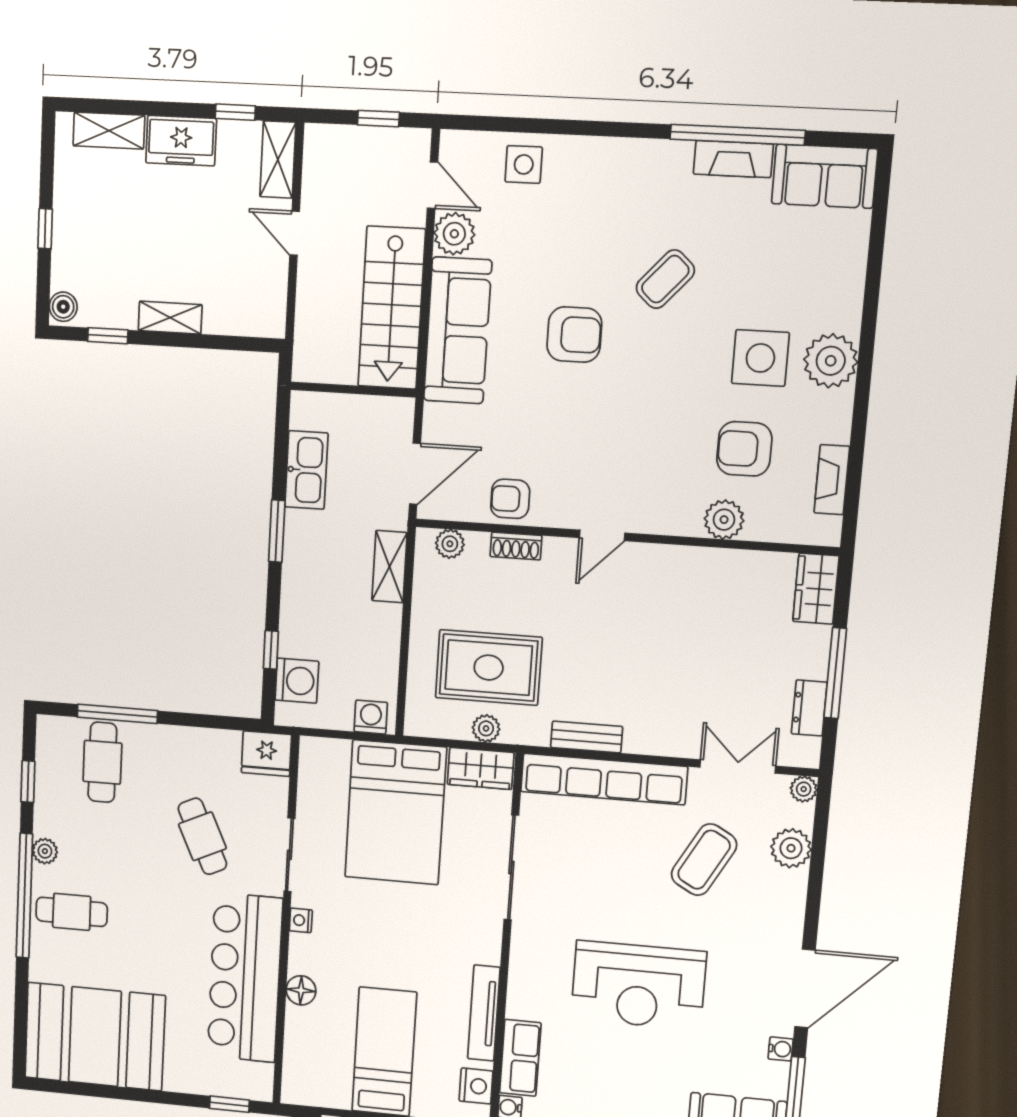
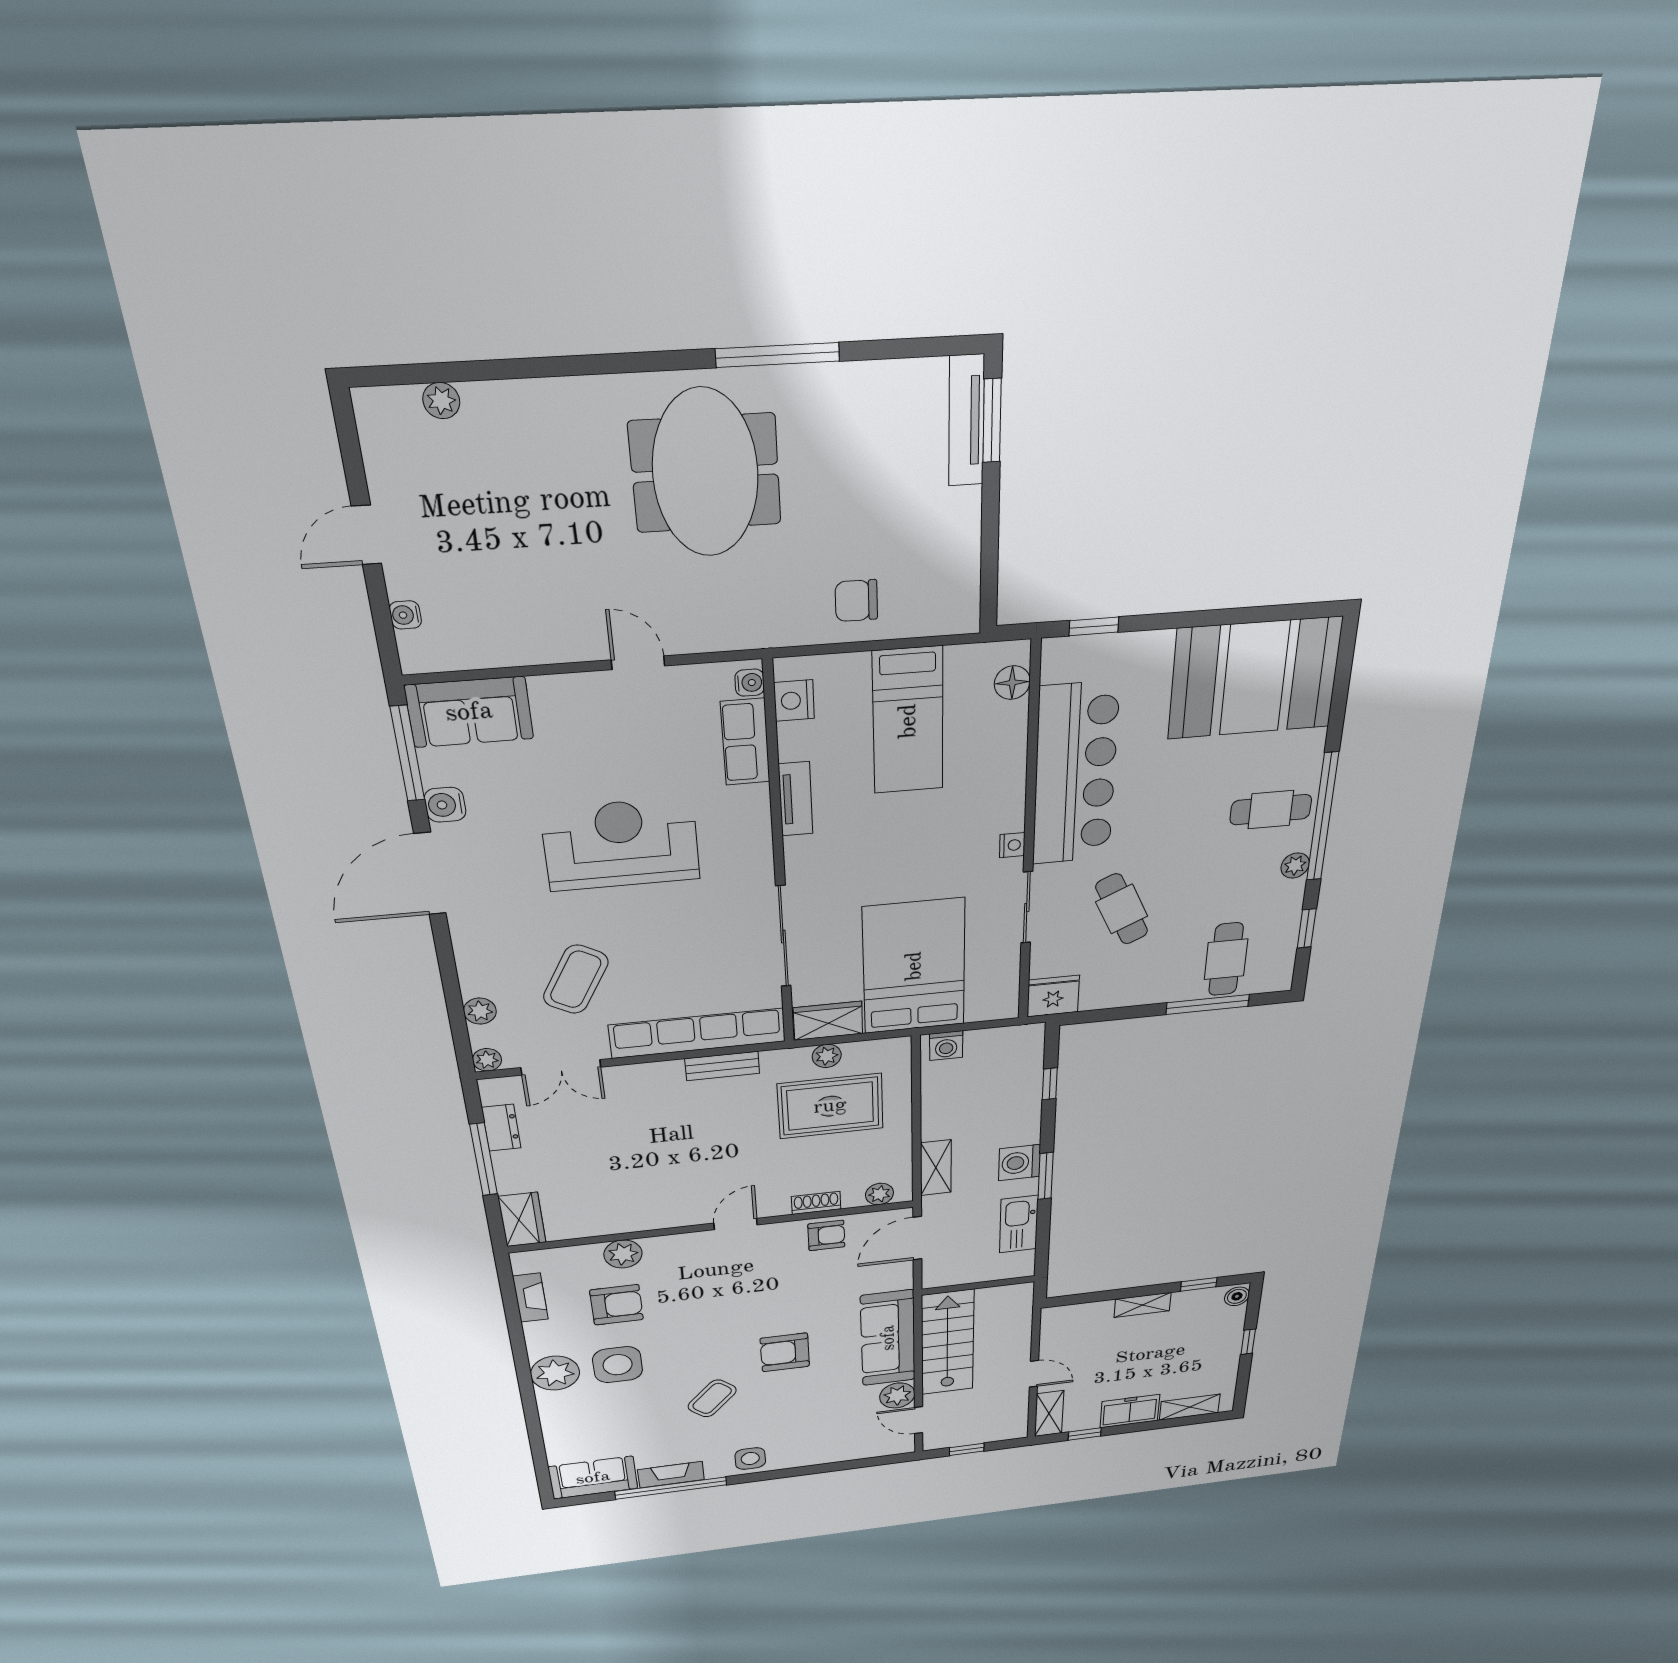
side table: (524, 164) -> (750, 1459), moved
washing machine: (297, 681) -> (1019, 1163), moved
plant: (791, 848) -> (480, 1011), width x0.73, depth x0.73
floor lamp: (301, 990) -> (1012, 683), moved
tv unit: (484, 1013) -> (796, 799), width x0.71
water cooler: (781, 1049) -> (445, 805), width x1.38, depth x1.38

